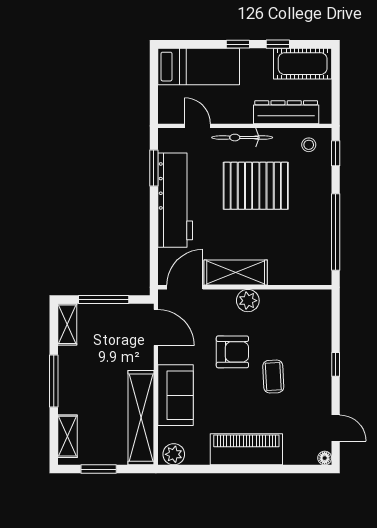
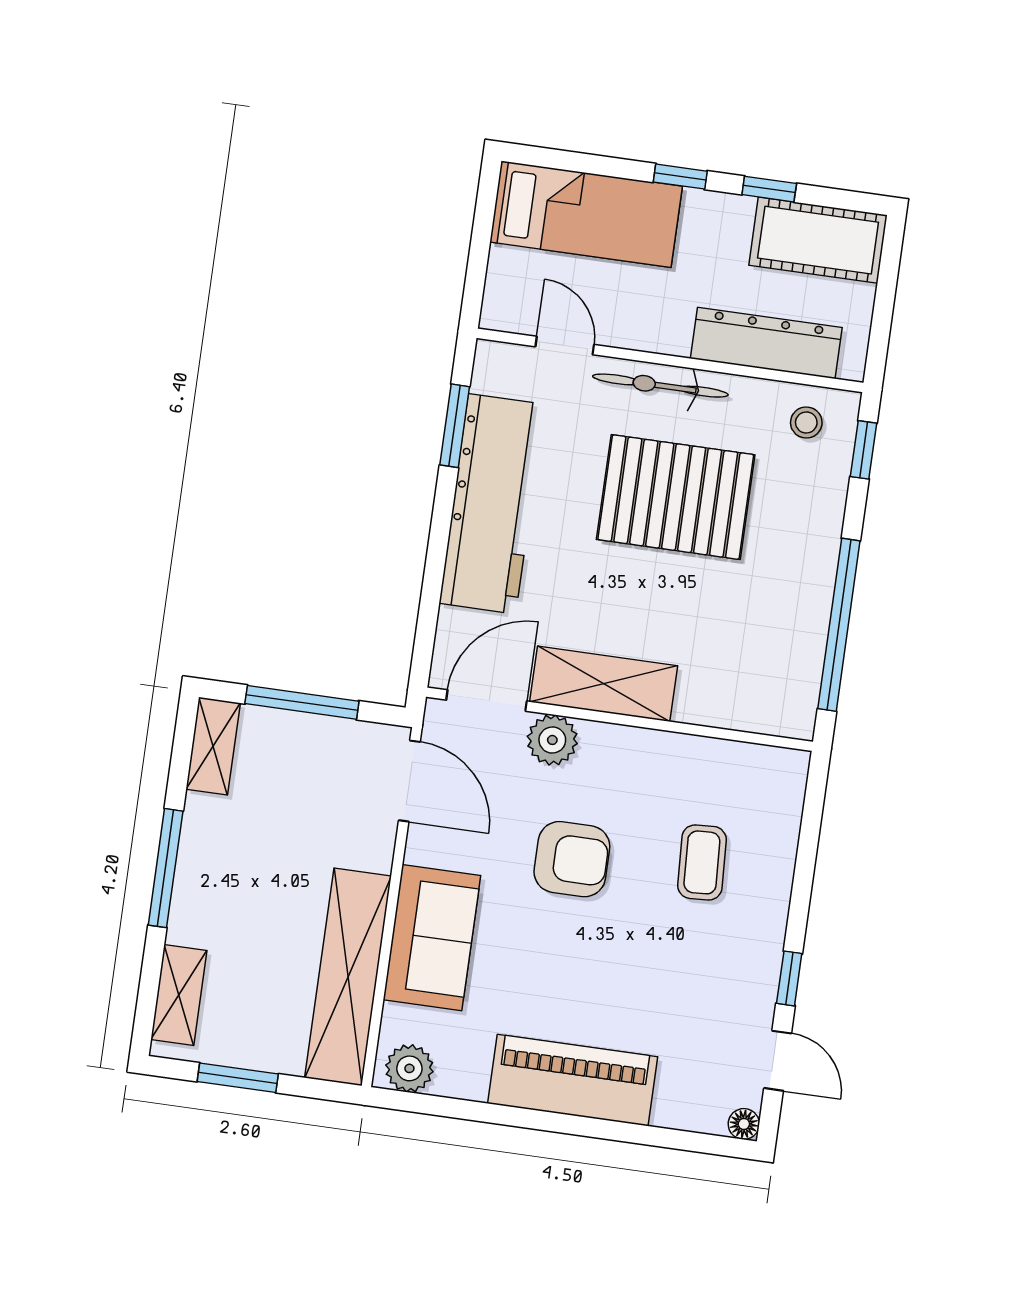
plant: (248, 301) -> (552, 740), moved
window: (336, 364) -> (789, 978), moved
coffee table: (273, 377) -> (702, 862), moved

